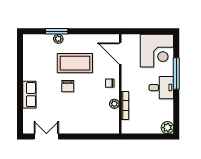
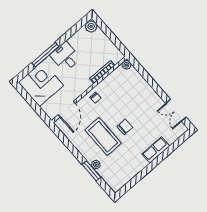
plant: (114, 104) -> (126, 65), moved

